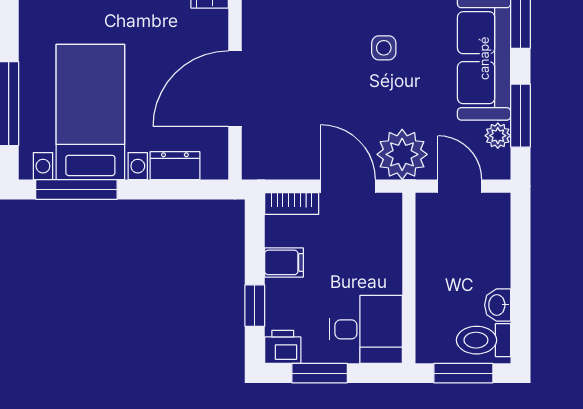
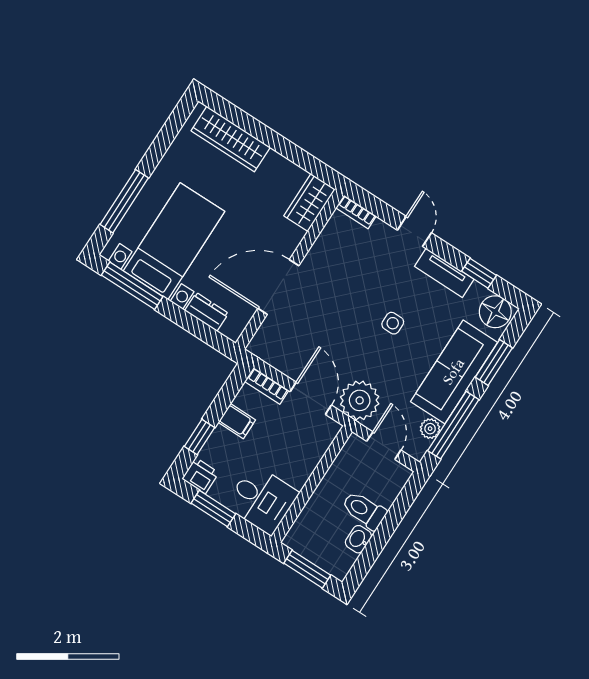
window: (520, 116) -> (453, 425), width x1.44
toilet: (484, 340) -> (364, 510), moved

